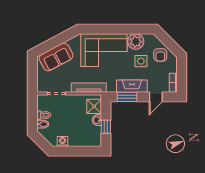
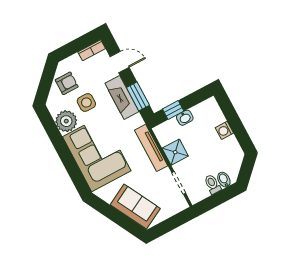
shower: (94, 106) -> (175, 152), moved
window: (106, 127) -> (173, 110), moved
washing machine: (62, 142) -> (224, 130), moved

